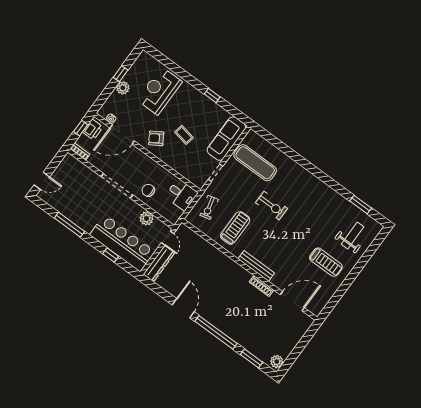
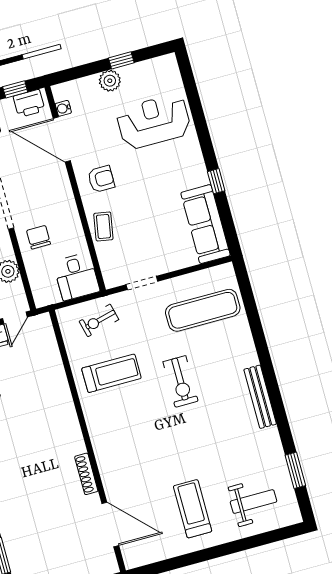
coffee table: (184, 135) -> (103, 226), moved
armchair: (156, 138) -> (101, 179), turned 121
sofa: (226, 139) -> (205, 224), moved, turned -90
exercise mat: (255, 163) -> (203, 310), turned 90
treadmill: (326, 262) -> (193, 509), turned 180
bench: (256, 266) -> (260, 397), moved

